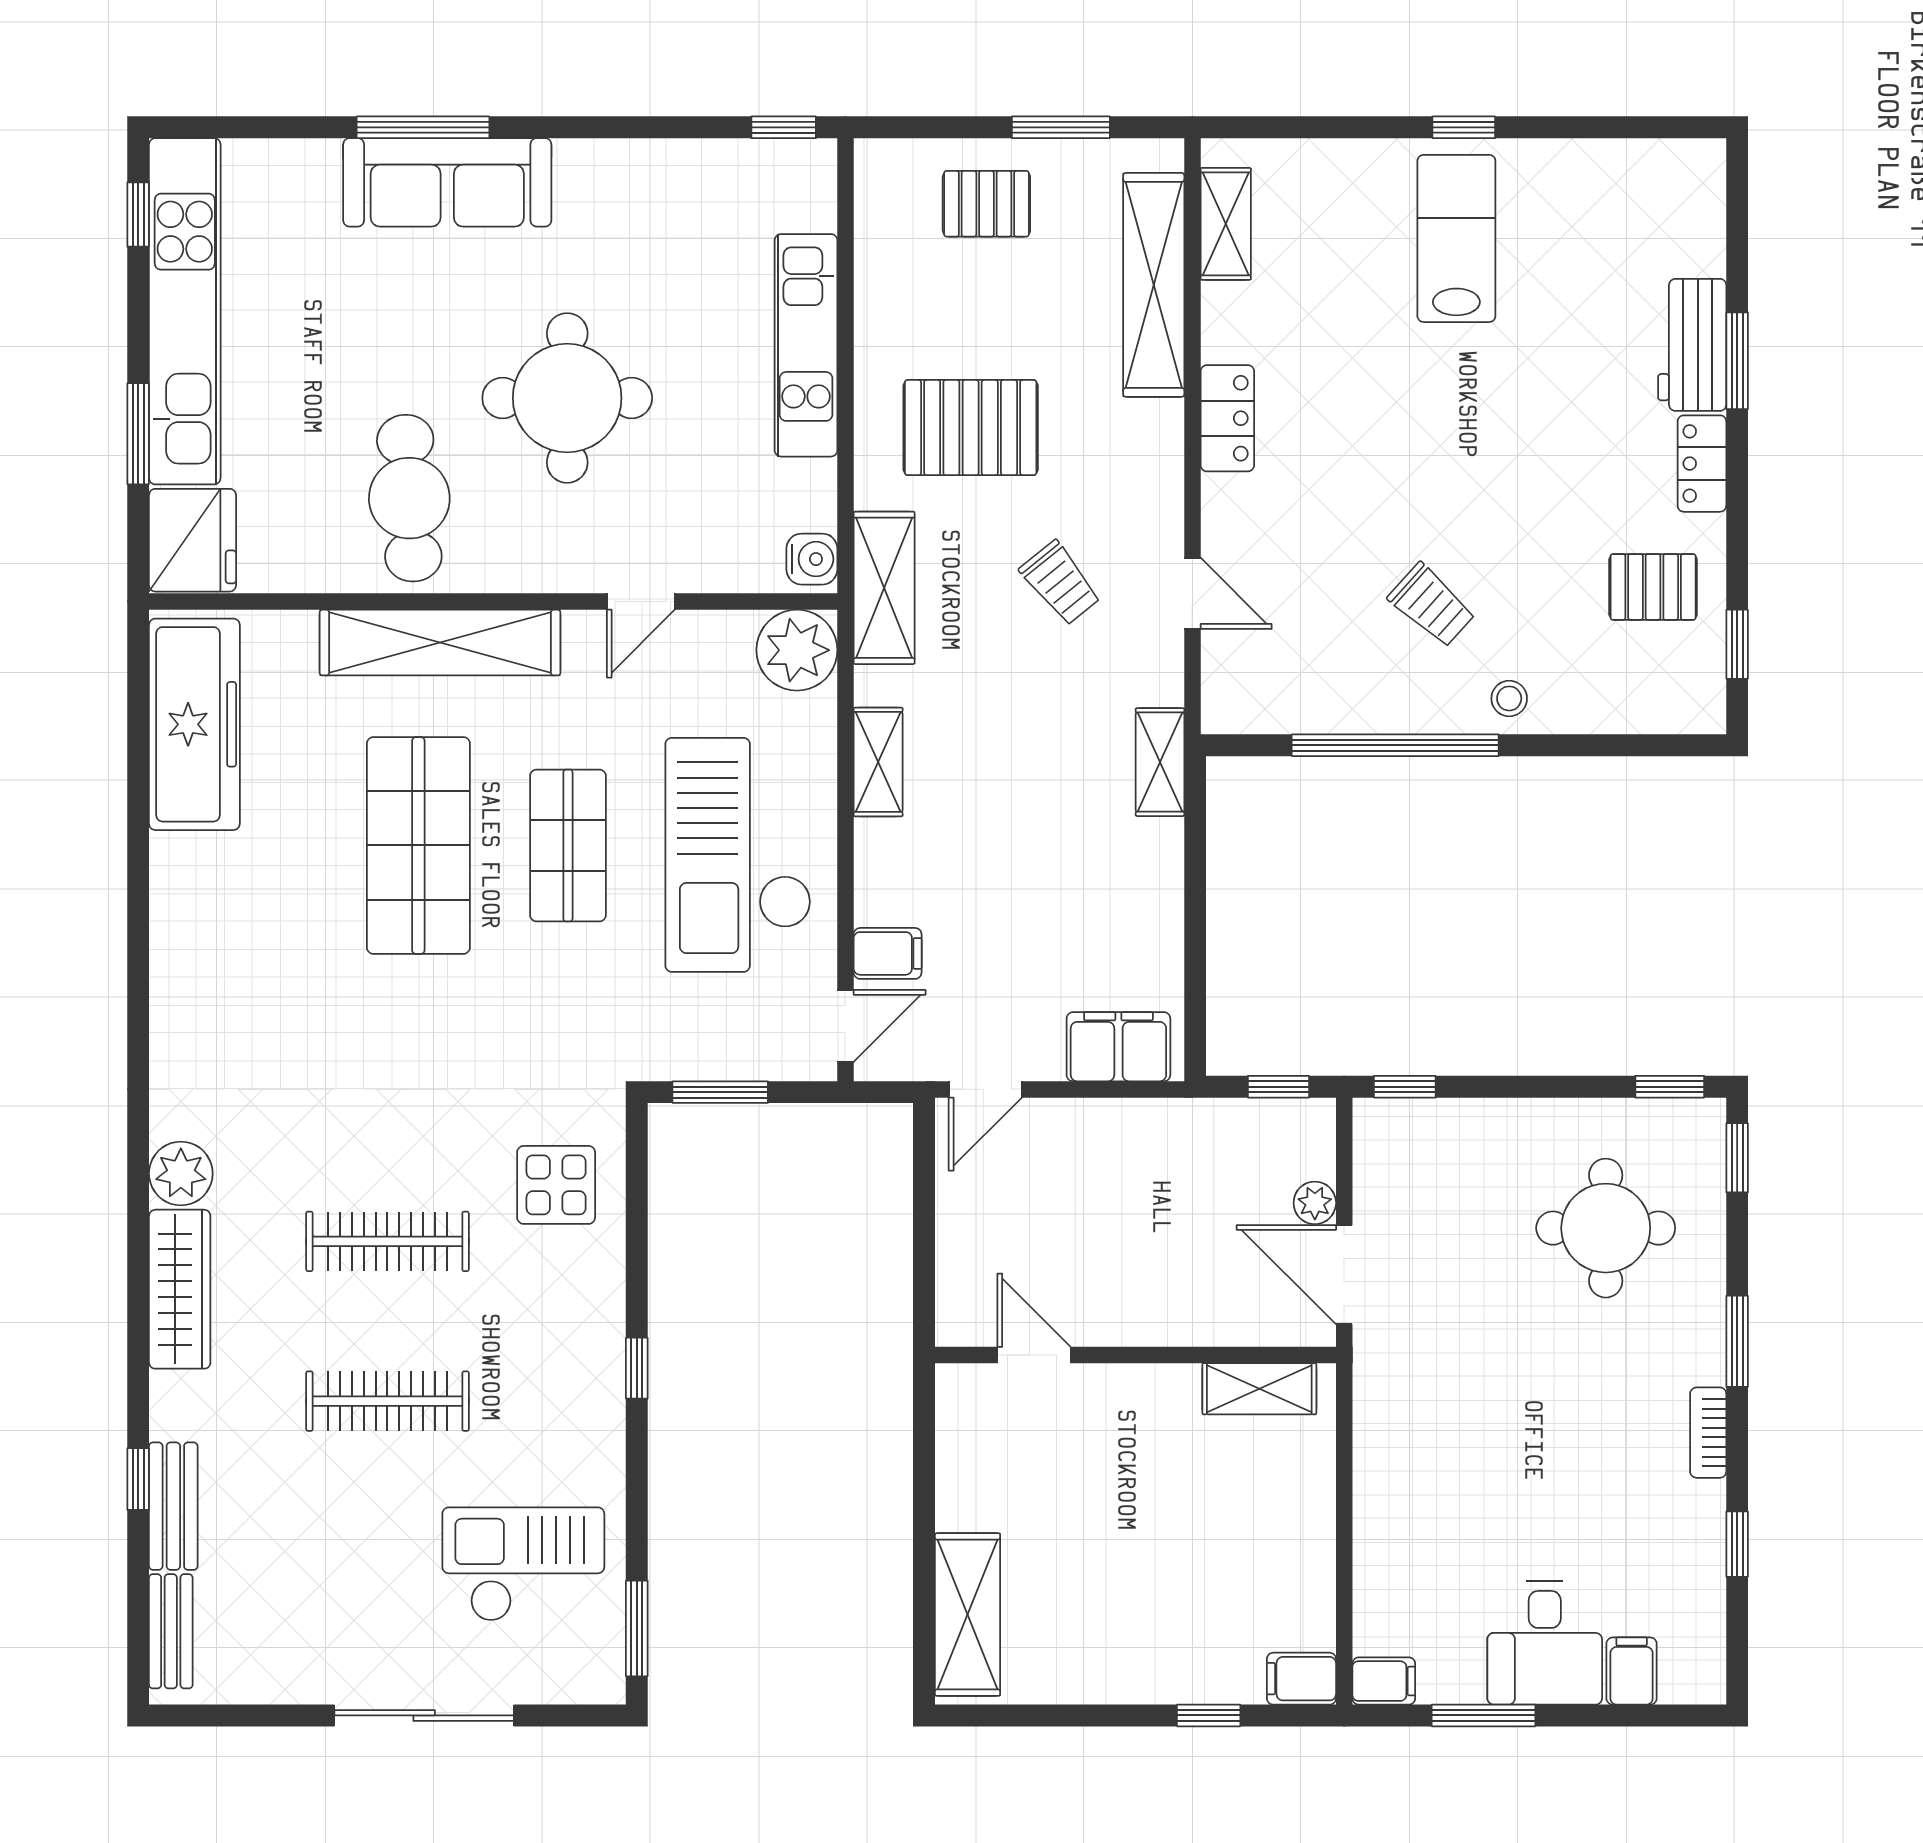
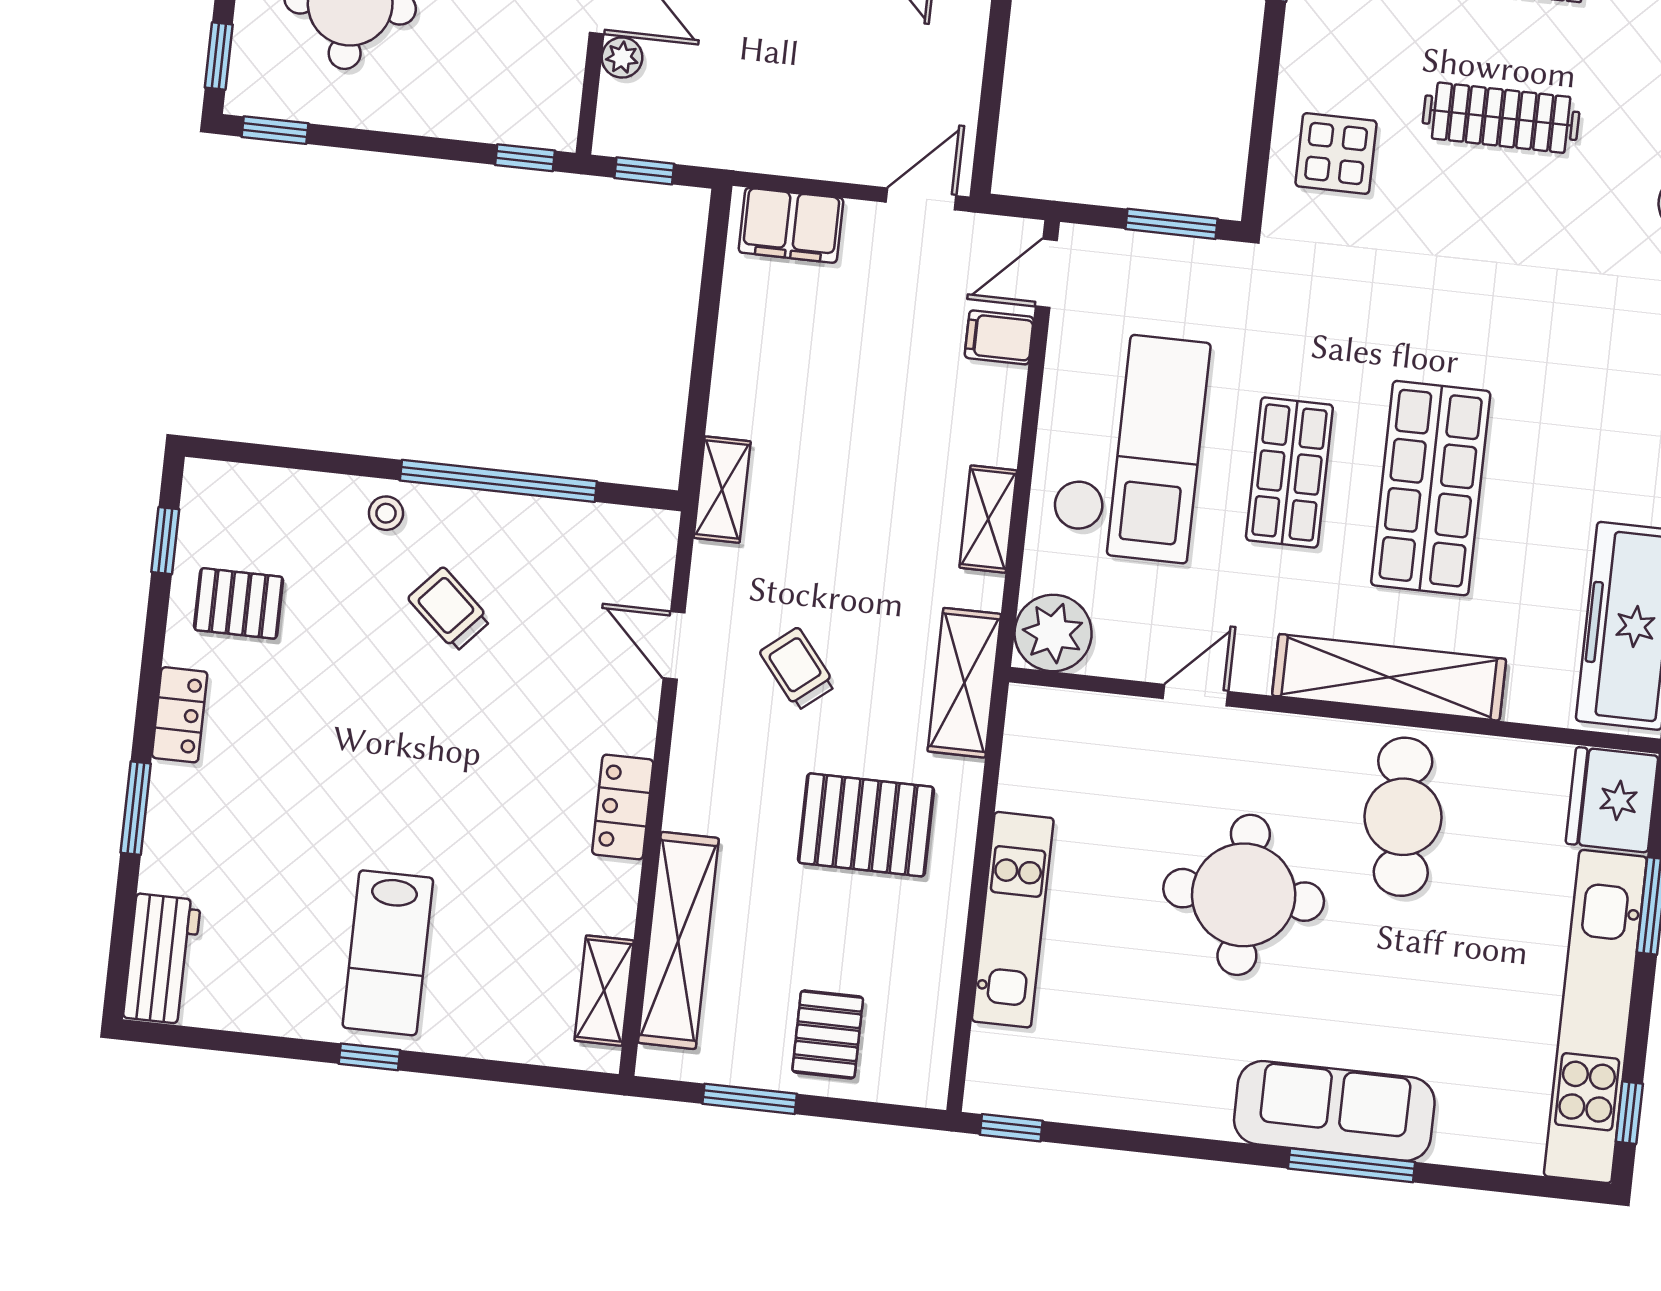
pallet: (986, 204) -> (828, 1034), turned 90
workbench: (1692, 345) -> (162, 959), moved
water cooler: (812, 559) -> (1029, 717), removed

